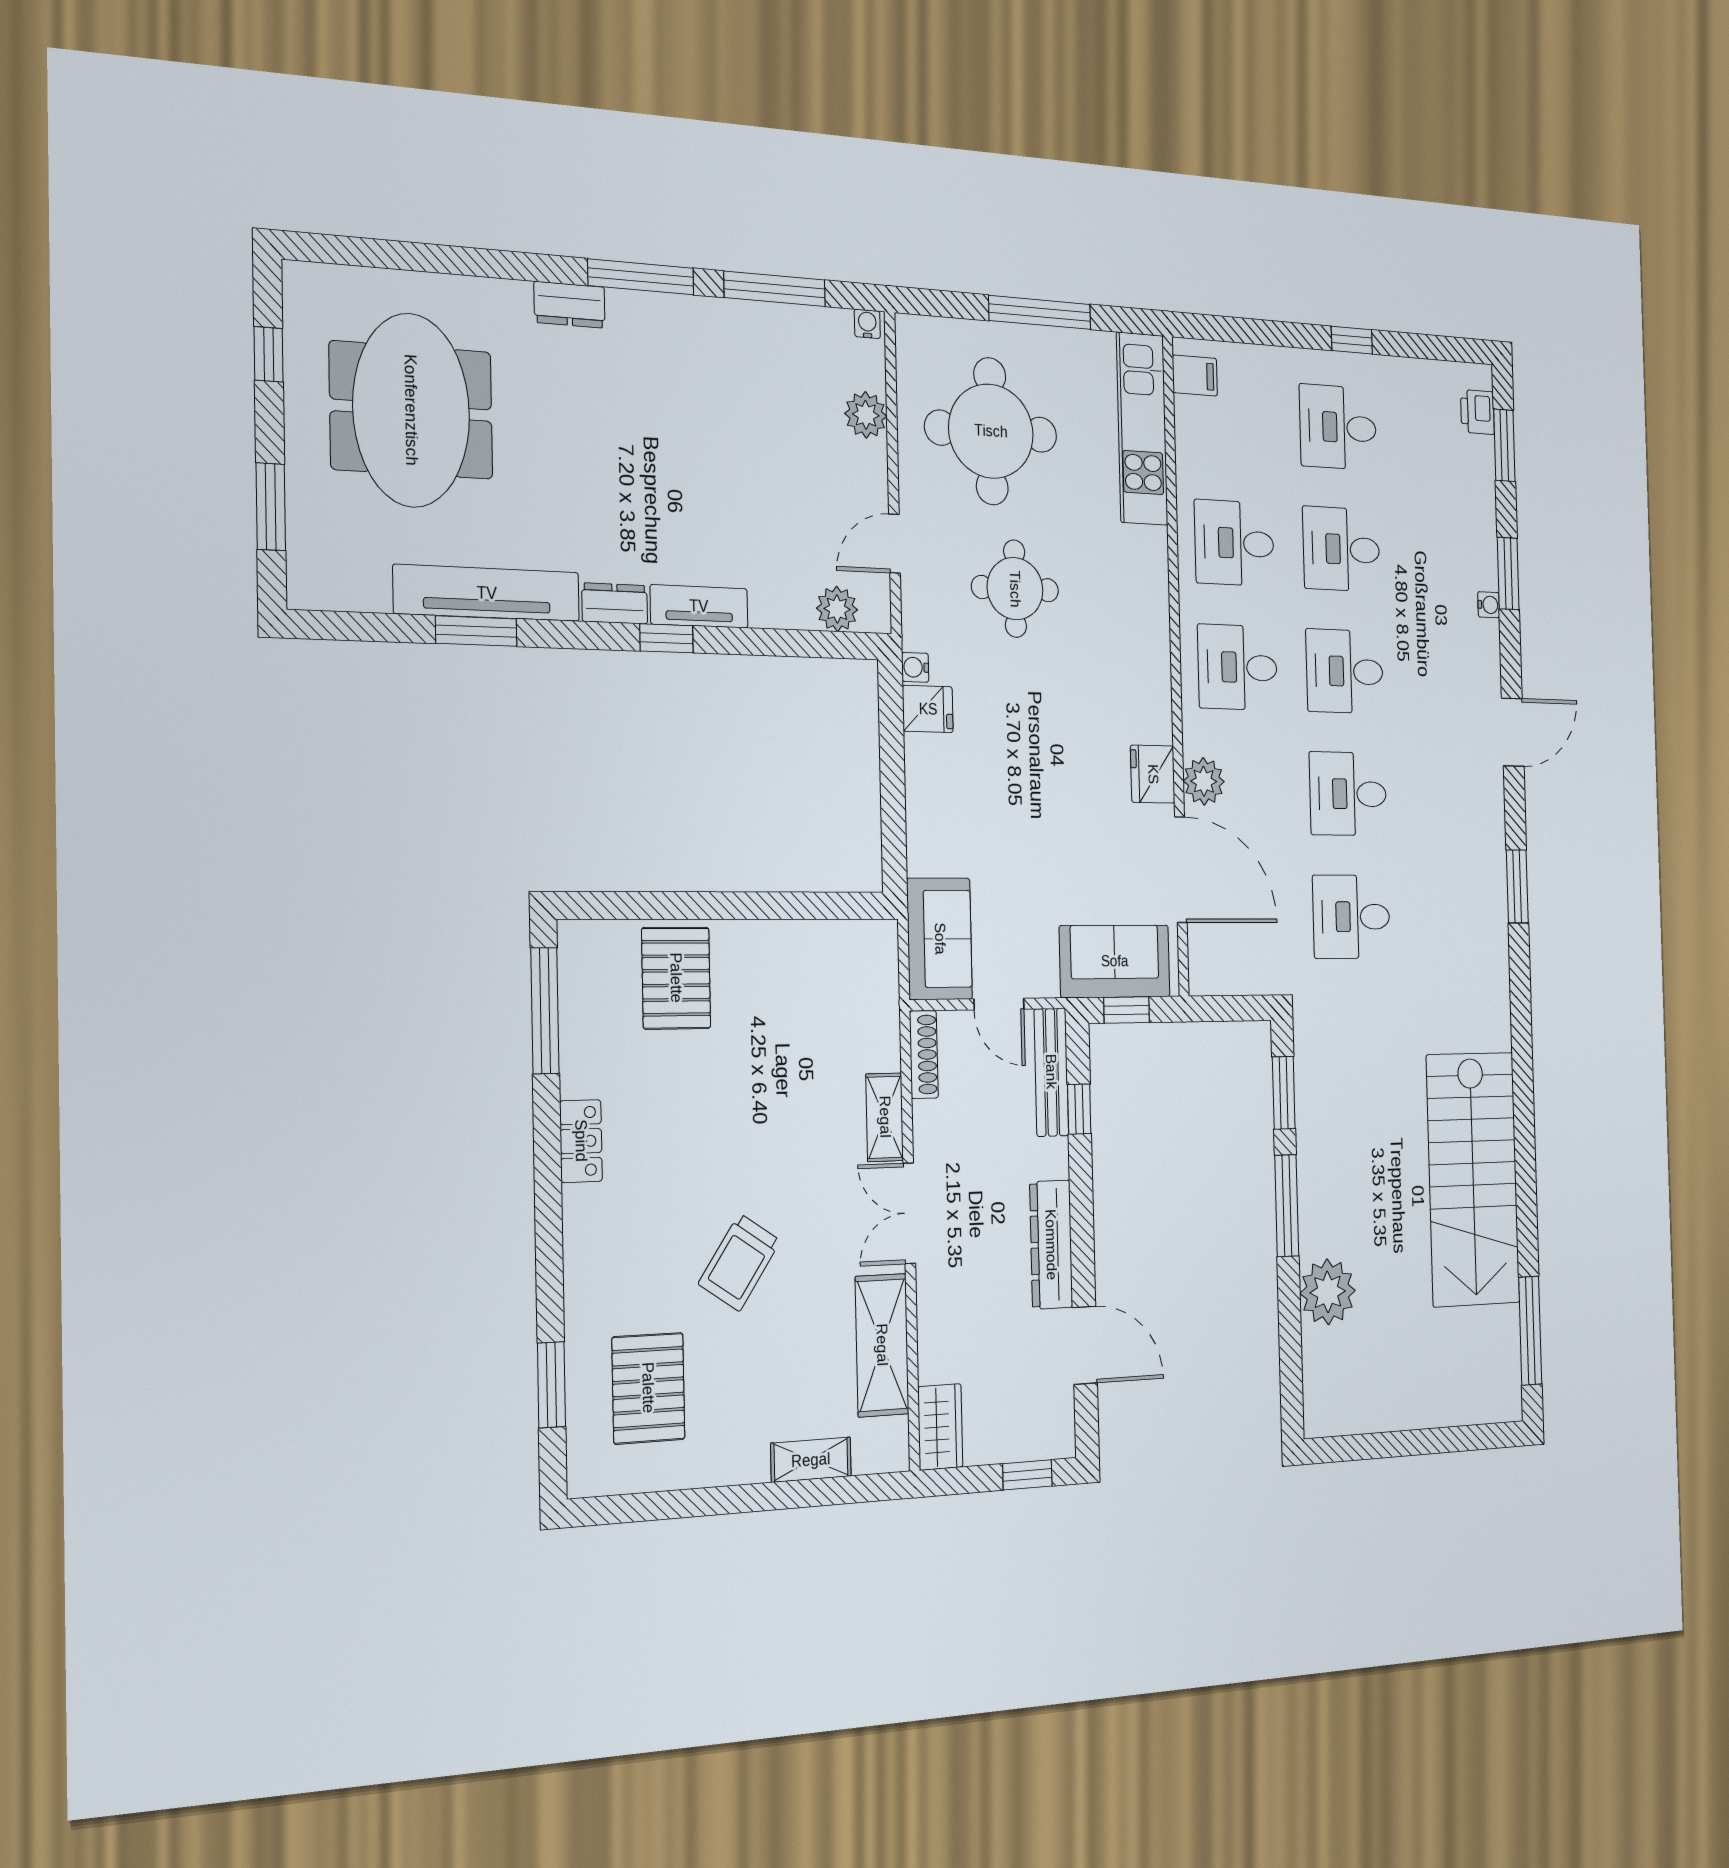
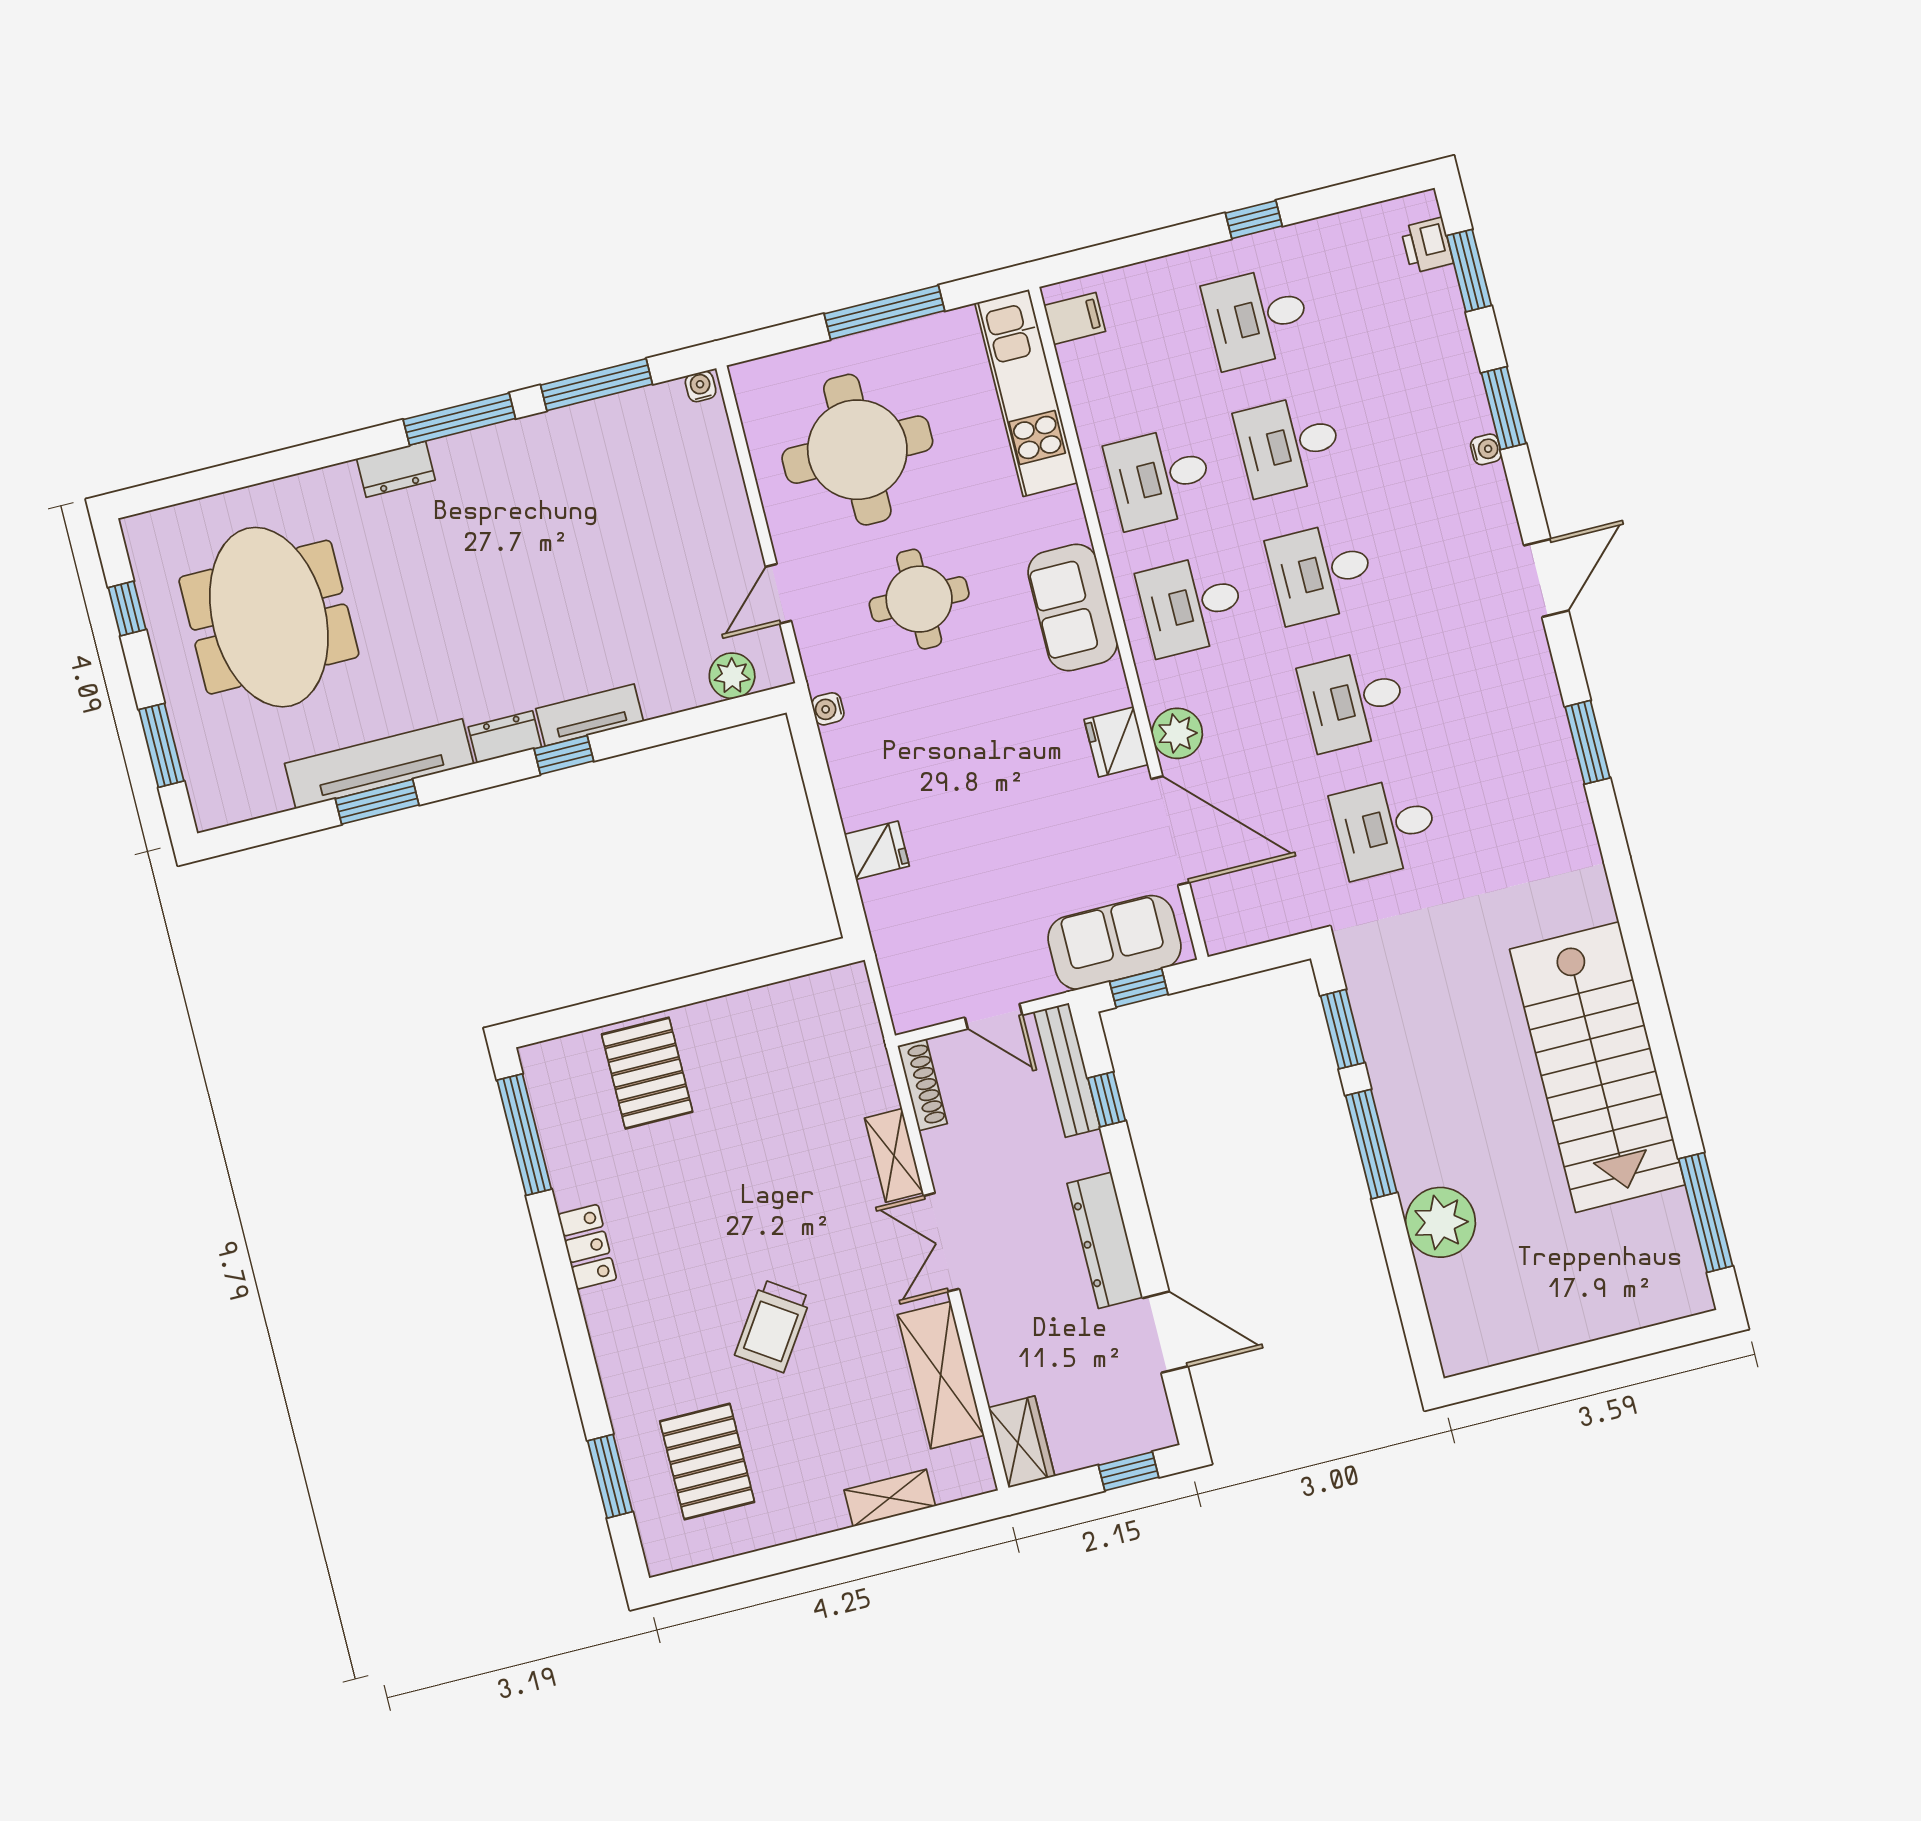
plant: (866, 415) -> (719, 477), removed
fridge: (928, 709) -> (877, 850), moved
sofa: (940, 939) -> (1073, 607), moved, turned 180

